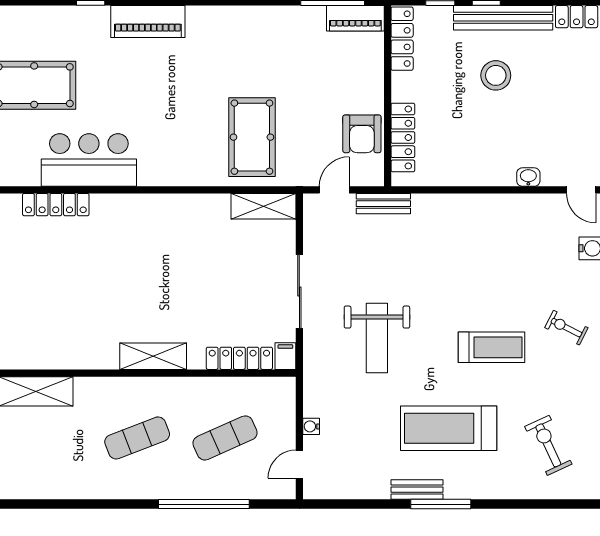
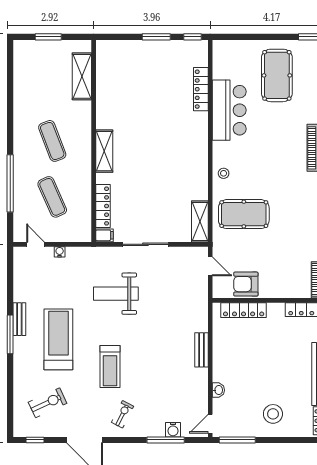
stool: (496, 75) -> (273, 414), moved
stool: (188, 169) -> (224, 173), added
bench: (383, 204) -> (201, 350), moved

